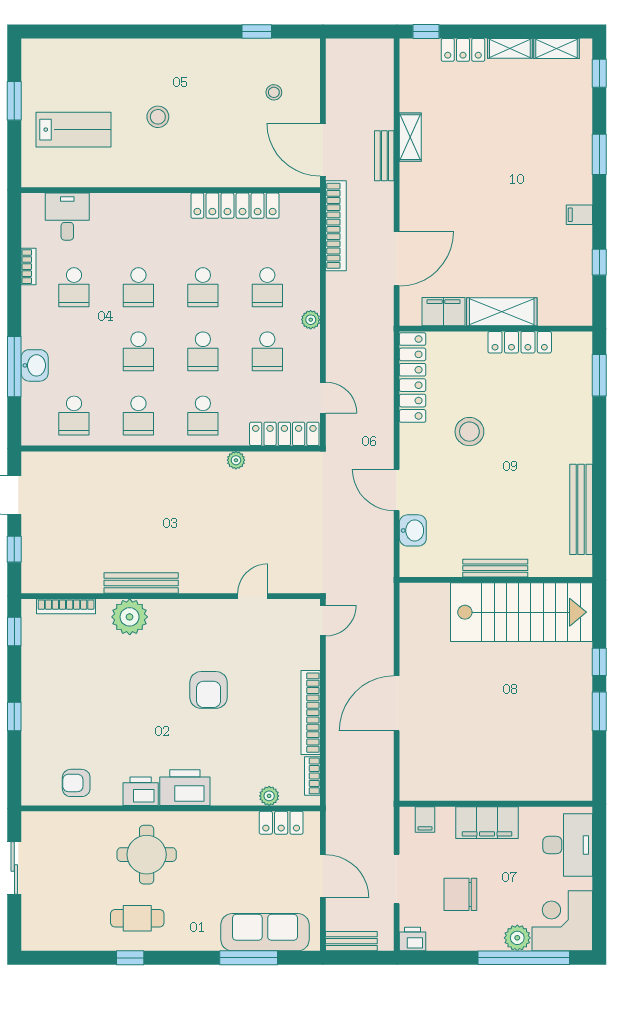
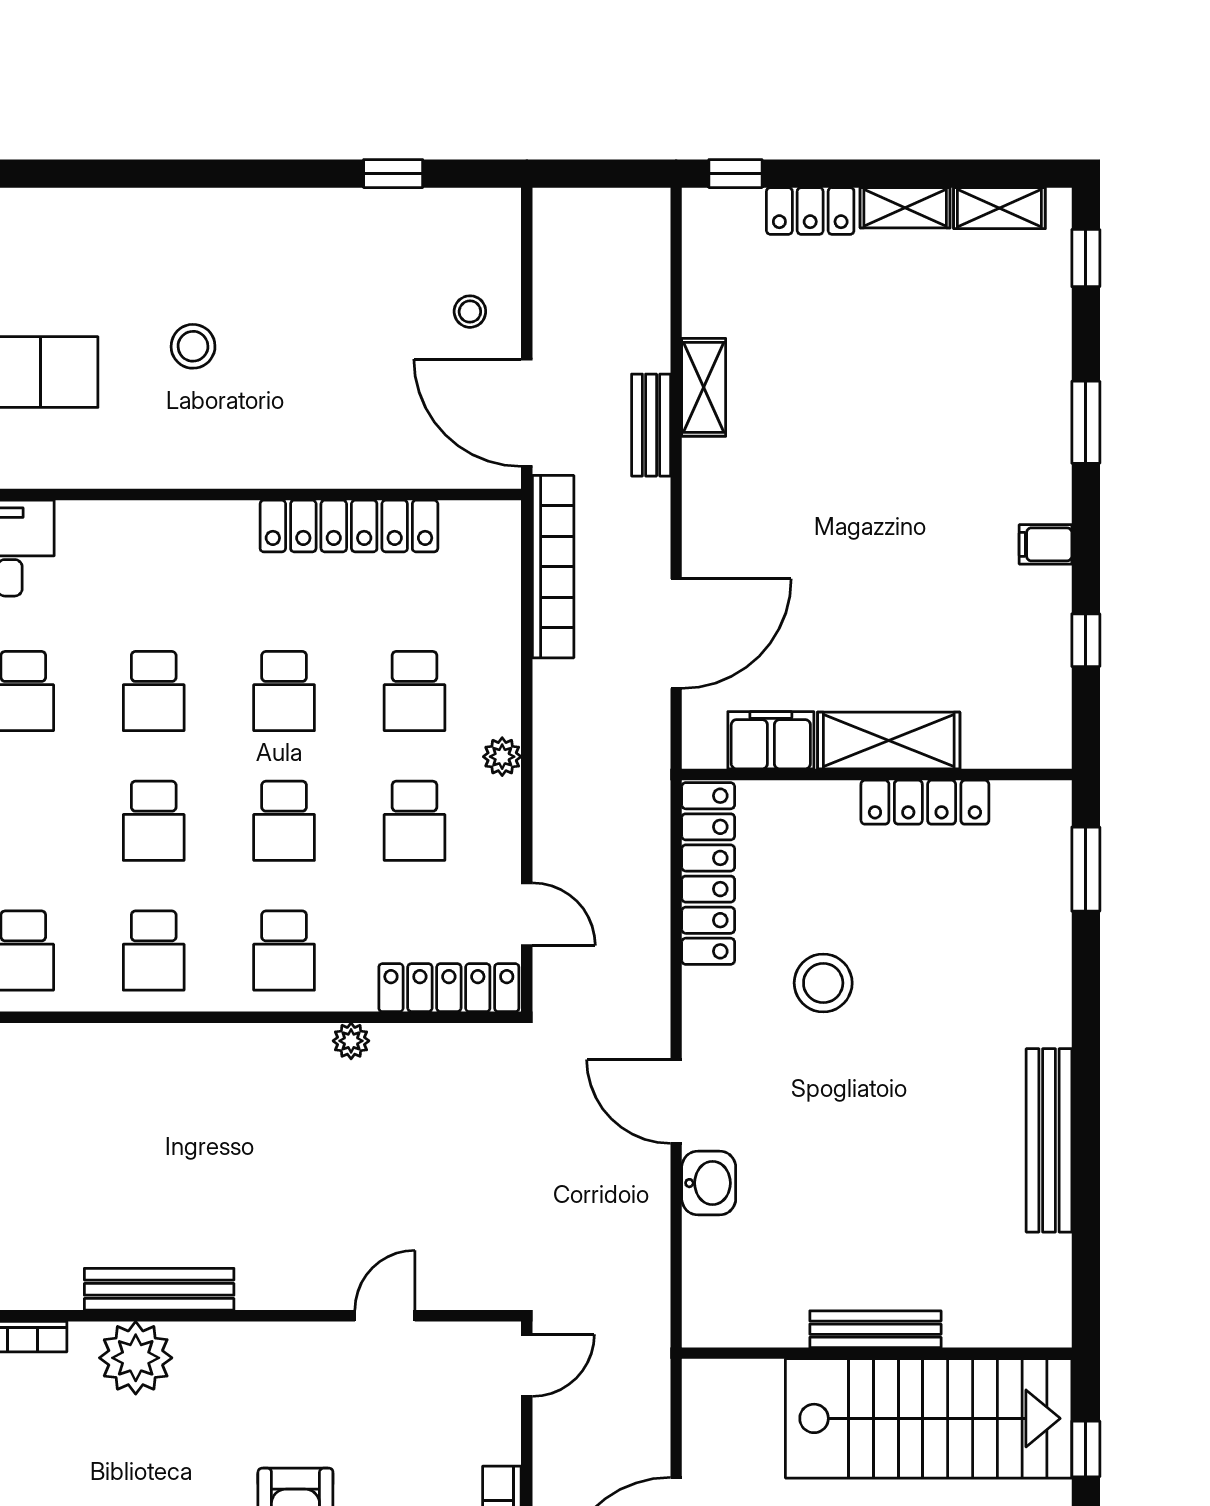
stool: (274, 92) -> (470, 312), moved
bench: (495, 568) -> (875, 1329), moved
wall: (496, 580) -> (877, 1353), moved
stairs: (522, 612) -> (929, 1418), moved

